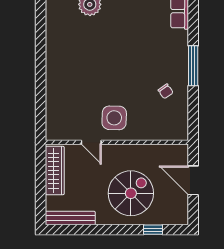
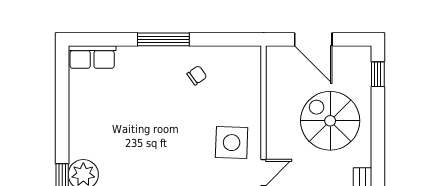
door: (193, 180) -> (313, 39), hinge flipped
window: (153, 230) -> (378, 74), moved

